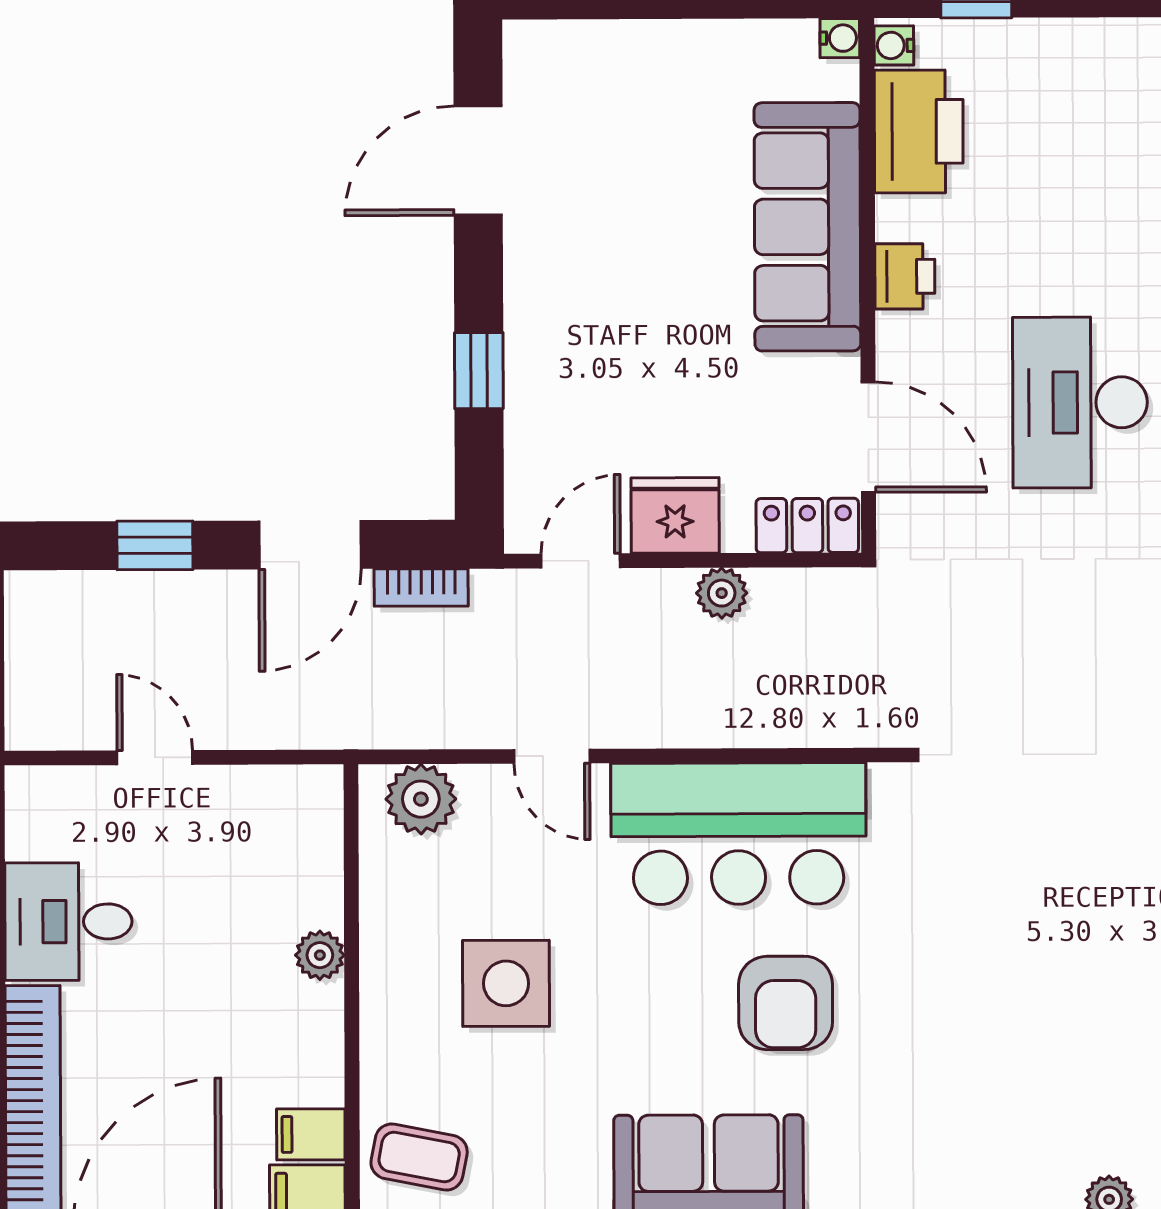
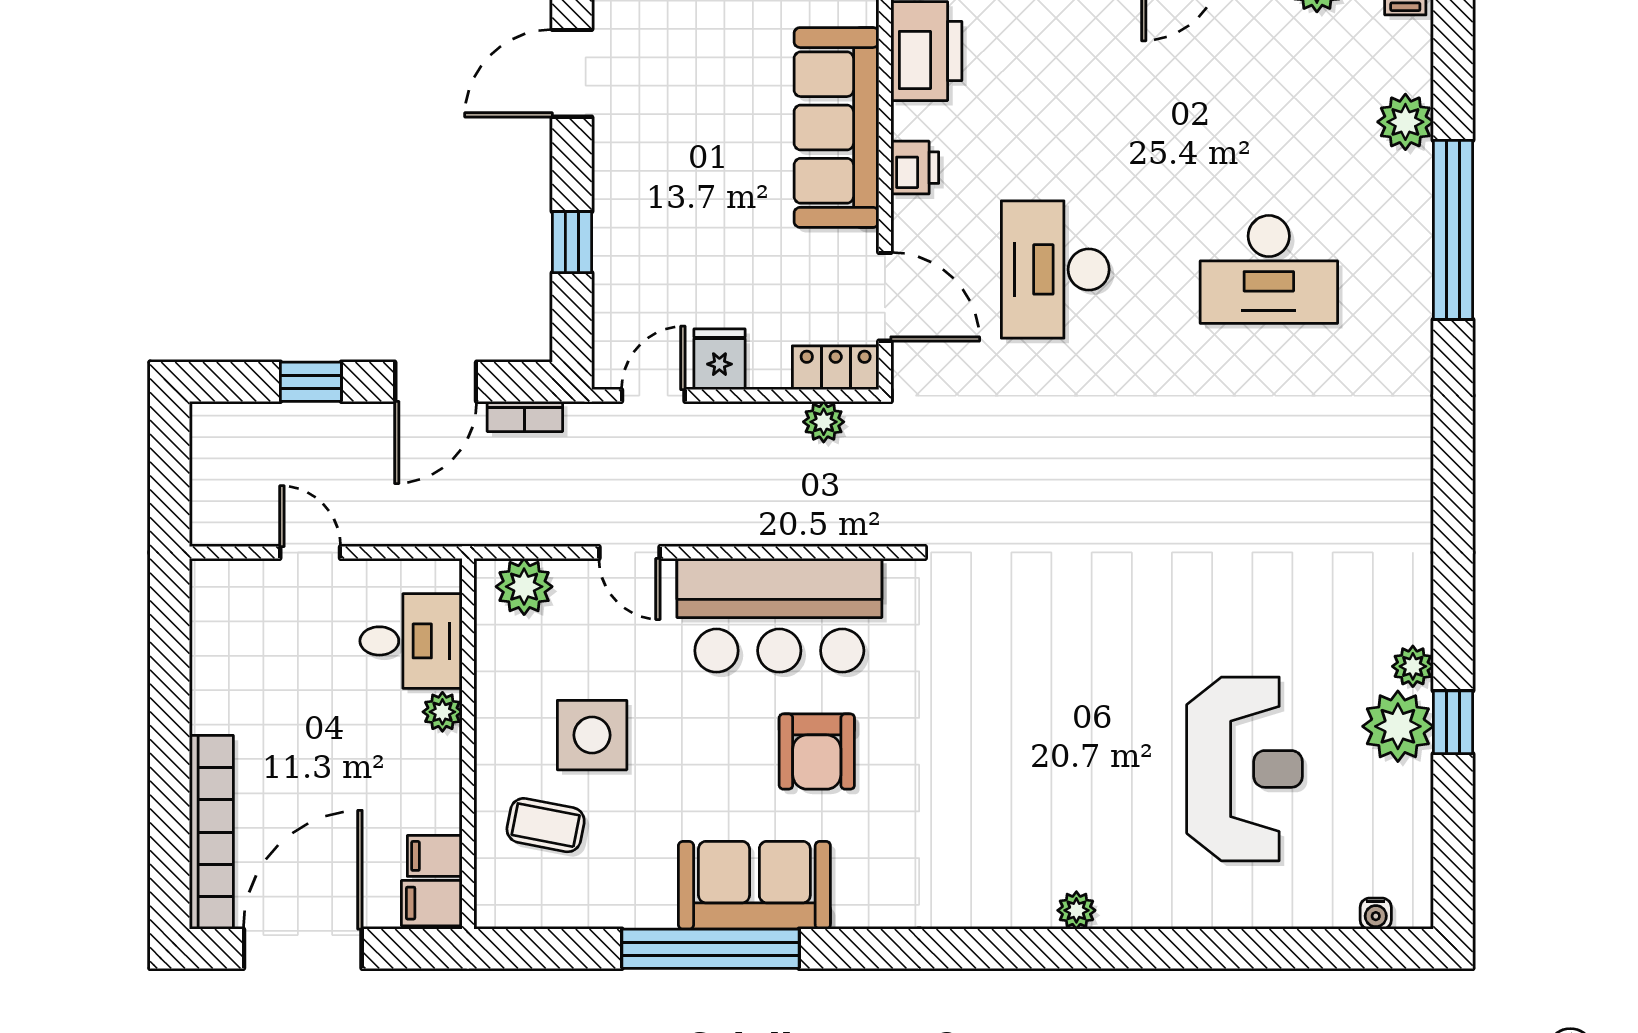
fridge: (675, 515) -> (719, 359), width x0.72
plant: (722, 593) -> (824, 422), moved
desk: (68, 922) -> (411, 641), moved, turned 180
coffee table: (419, 1157) -> (546, 825), moved

